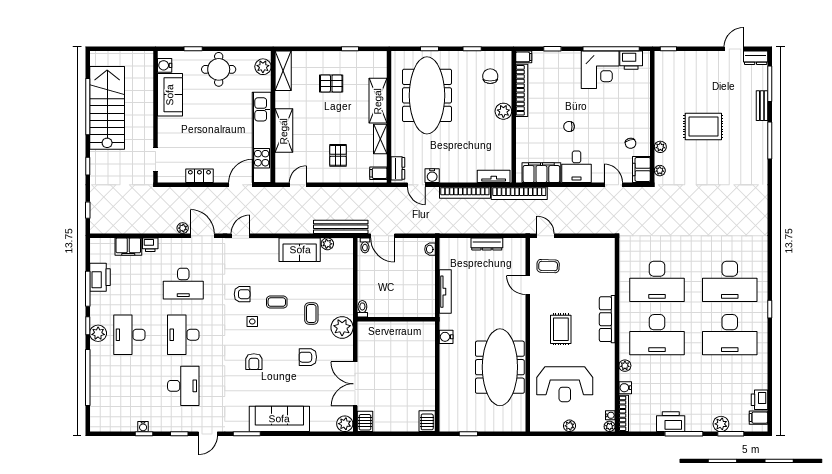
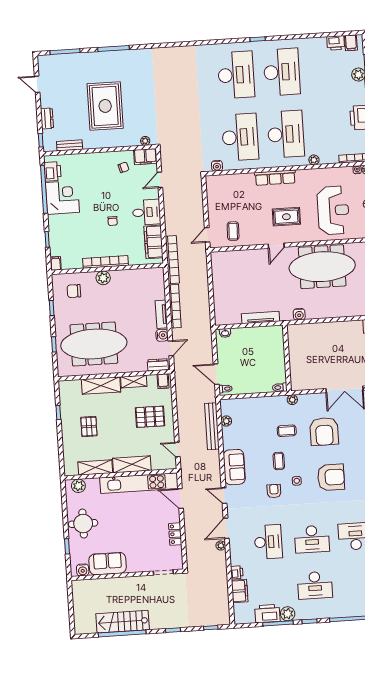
dresser: (756, 58) -> (47, 118), moved
shelving: (283, 71) -> (95, 467), moved
bookcase: (522, 90) -> (105, 262), moved
bench: (762, 106) -> (70, 145), moved
stairs: (107, 108) -> (123, 622), width x0.73, depth x0.66
rug: (703, 126) -> (105, 106), width x1.37, depth x1.44
plant: (660, 147) -> (125, 142), removed
pallet: (338, 155) -> (150, 417), width x1.50, depth x1.42
tv unit: (494, 176) -> (161, 314), moved
bench: (341, 227) -> (212, 426), moved
door: (383, 236) -> (216, 374), swing flipped
dresser: (487, 244) -> (218, 285), removed
sofa: (300, 250) -> (234, 467), moved
door: (528, 285) -> (276, 246), moved
plant: (342, 327) -> (292, 400), width x0.53, depth x0.53
plant: (98, 333) -> (288, 614), moved
armchair: (308, 357) -> (324, 431), width x1.88, depth x1.88
armchair: (254, 362) -> (331, 477), width x1.88, depth x1.88
water cooler: (625, 388) -> (217, 166), moved

